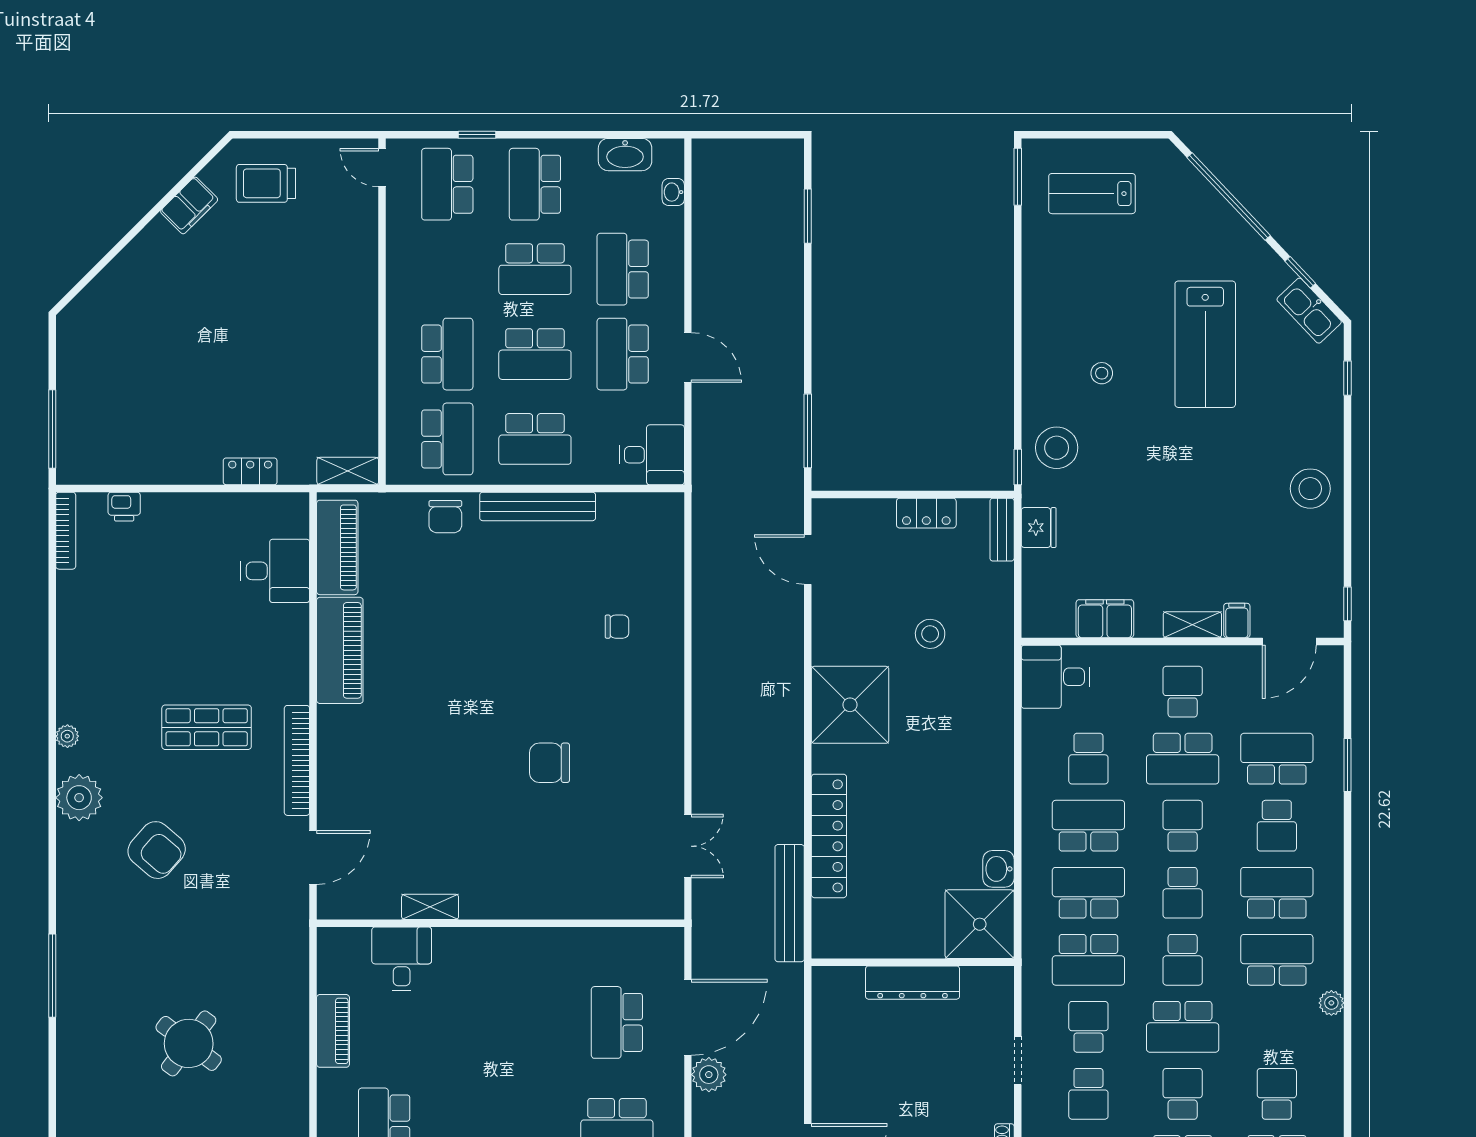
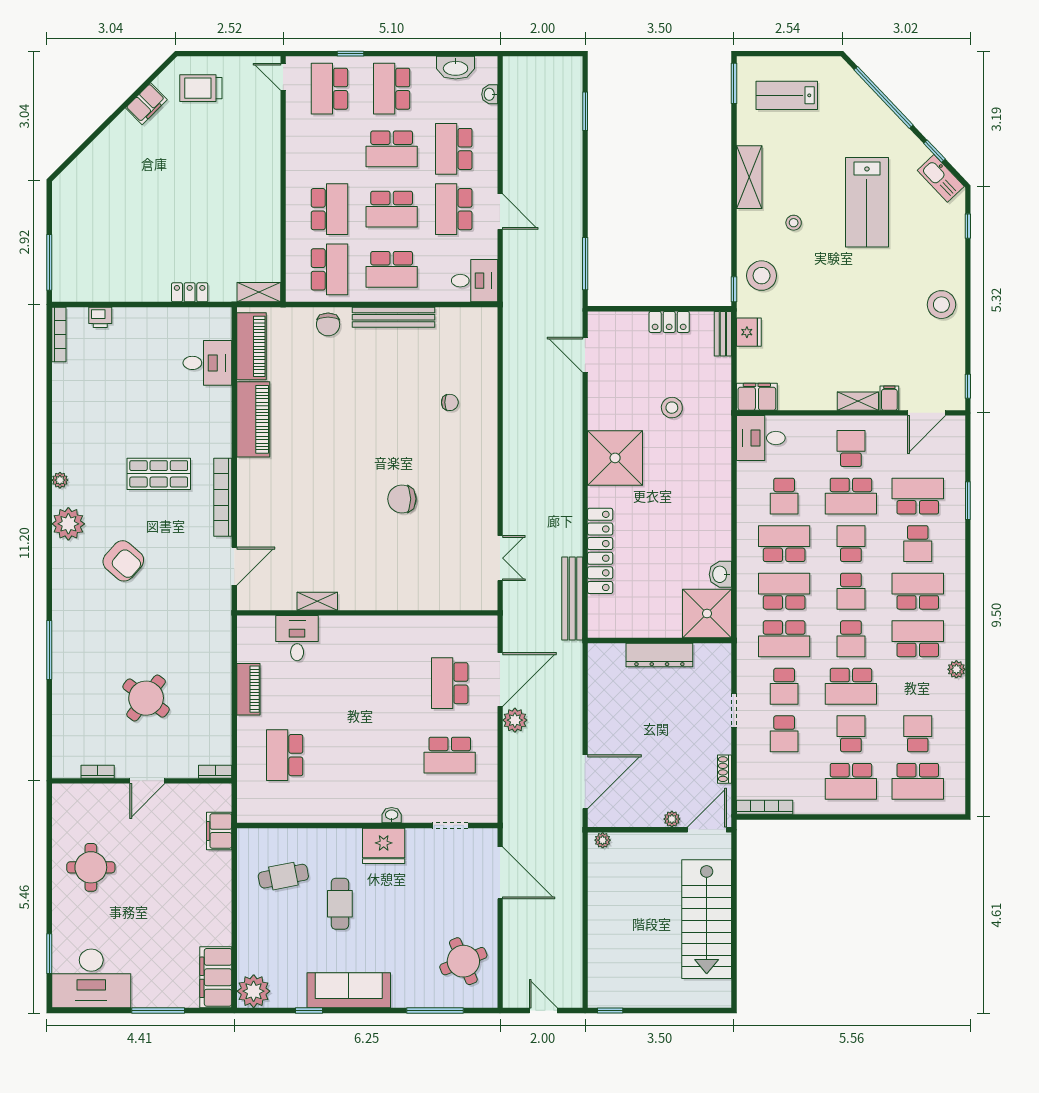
shelving: (1039, 309) -> (749, 177), added
filing cabinet: (1105, 619) -> (757, 397), moved
school desk: (1088, 1027) -> (784, 686), turned 180

